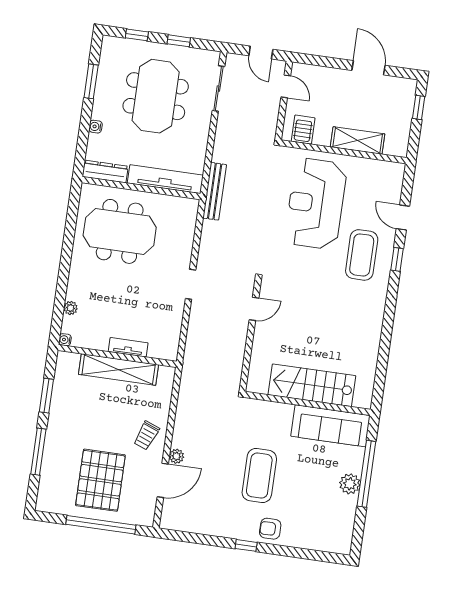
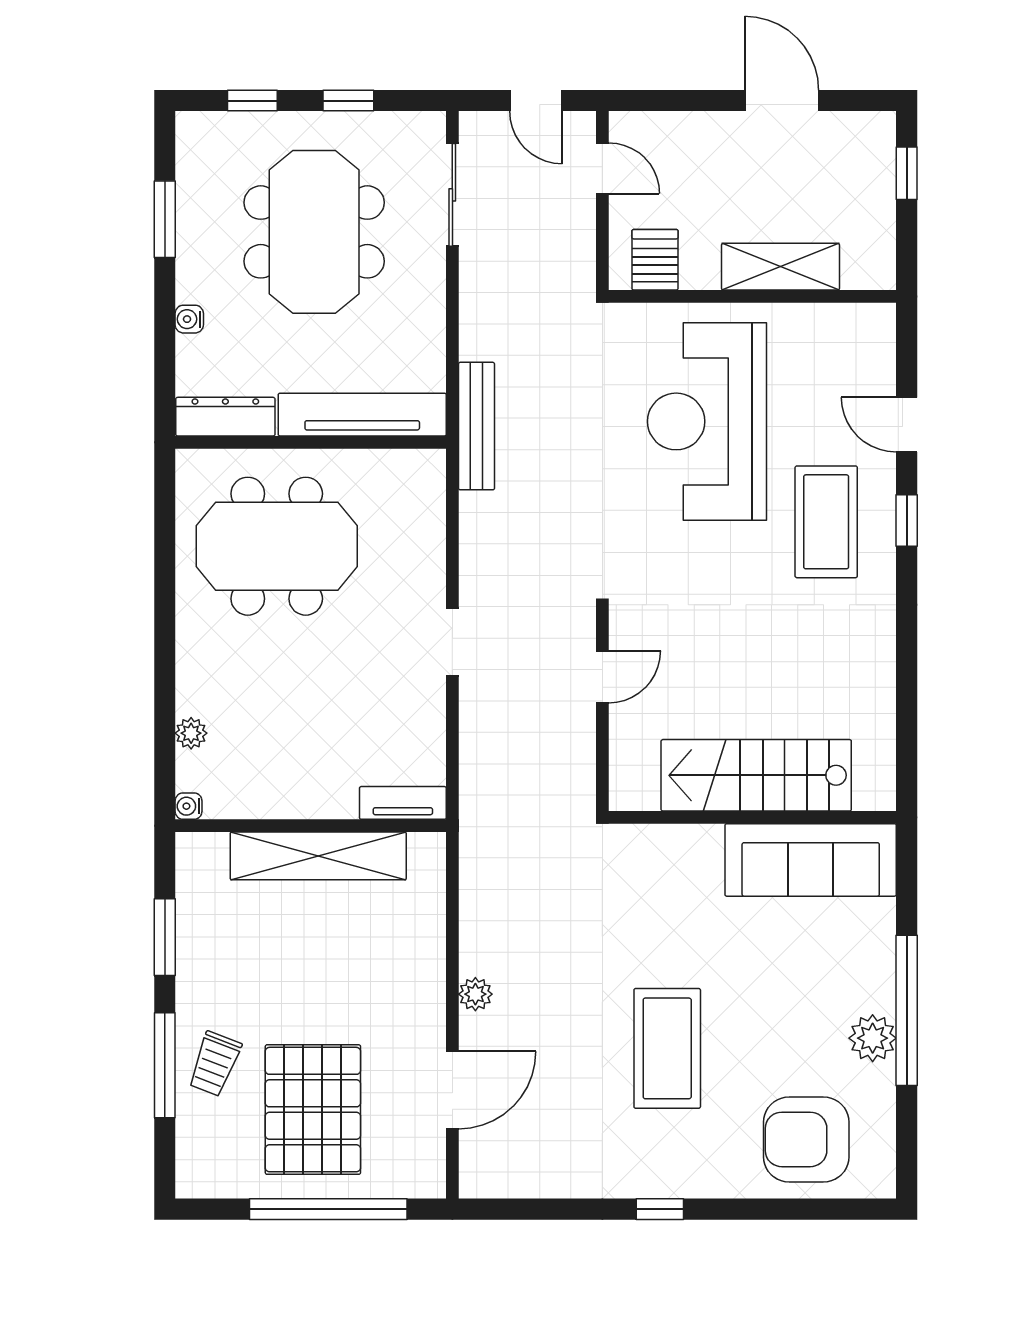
tv unit: (128, 347) -> (403, 803), moved
stairs: (312, 385) -> (756, 775), moved
wall: (308, 403) -> (752, 817), moved
sofa: (330, 426) -> (811, 860), moved
trolley: (146, 435) -> (215, 1064), moved
plant: (176, 456) -> (475, 994), moved
armchair: (270, 529) -> (806, 1139), moved, width x1.88, depth x1.88

